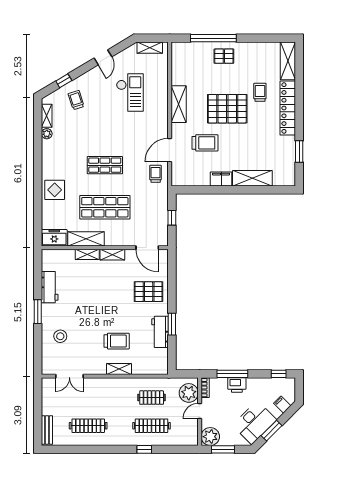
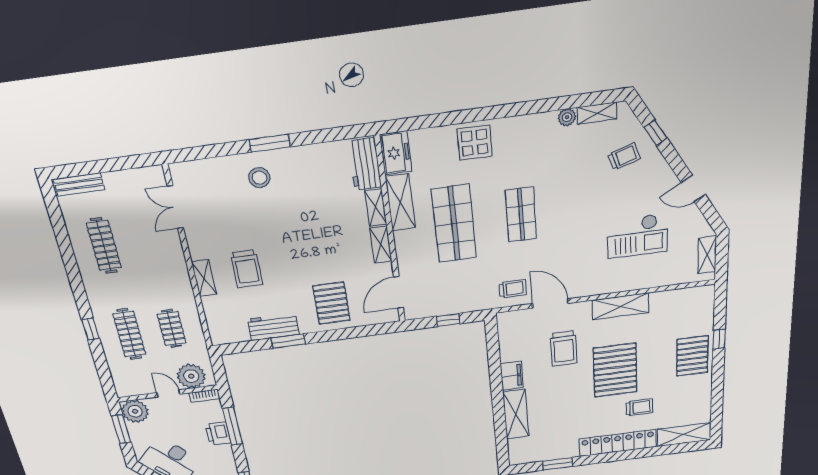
window: (213, 38) -> (719, 339), width x0.32
pallet: (224, 56) -> (692, 356), width x1.50, depth x1.42
workbench: (50, 287) -> (365, 164), moved, turned 90
stool: (60, 336) -> (259, 178), moved

